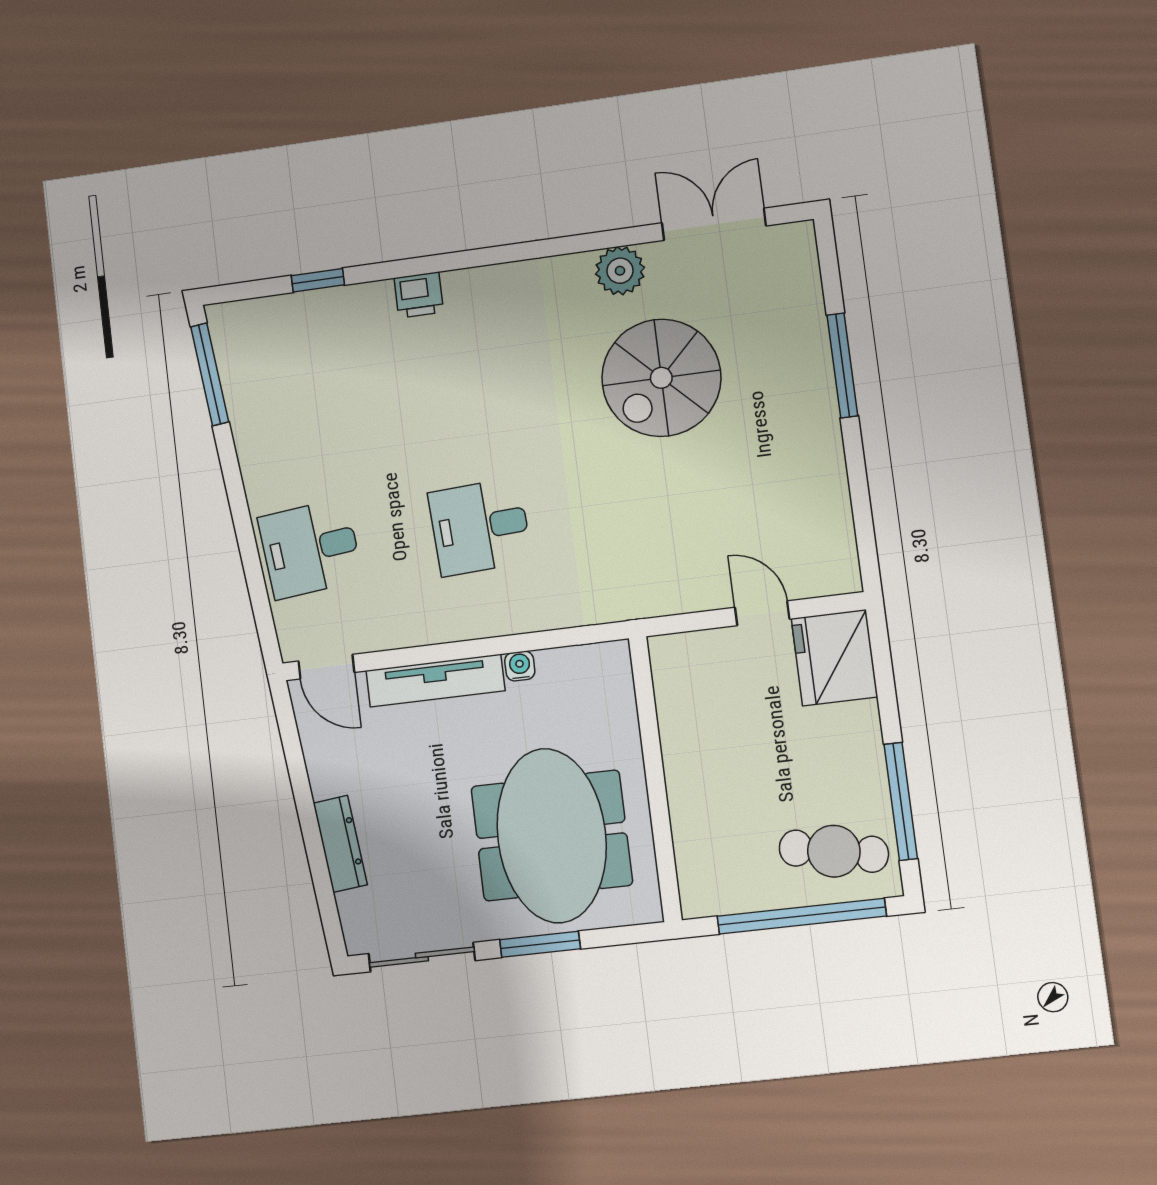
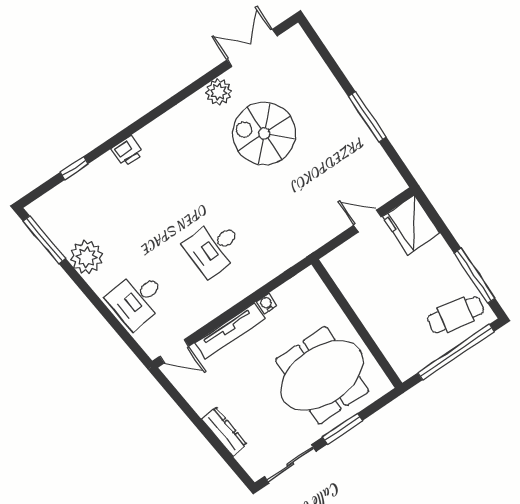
window: (842, 365) -> (367, 117), moved
spiral stairs: (661, 378) -> (264, 133), turned 90
plant: (263, 437) -> (87, 257), added
meeting table: (552, 836) -> (322, 375), turned 90

